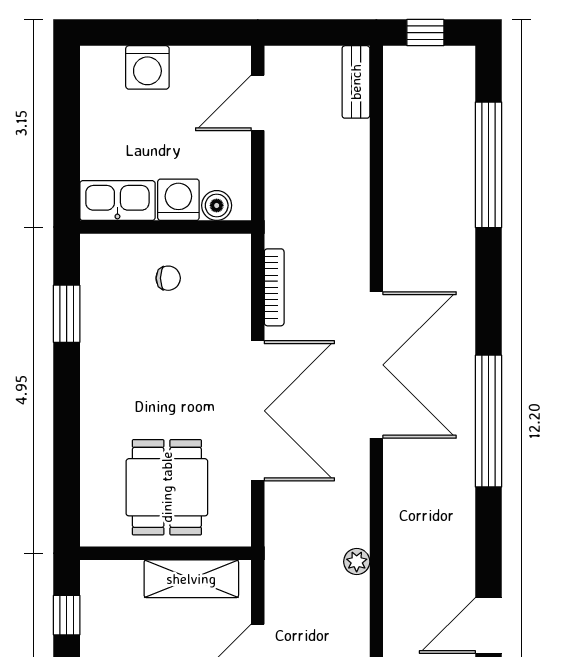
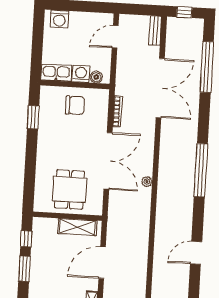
washing machine: (147, 67) -> (59, 19), moved
chair: (168, 278) -> (75, 105), width x1.87, depth x1.87
double door: (376, 365) -> (160, 88), moved
plant: (357, 562) -> (147, 182), moved

